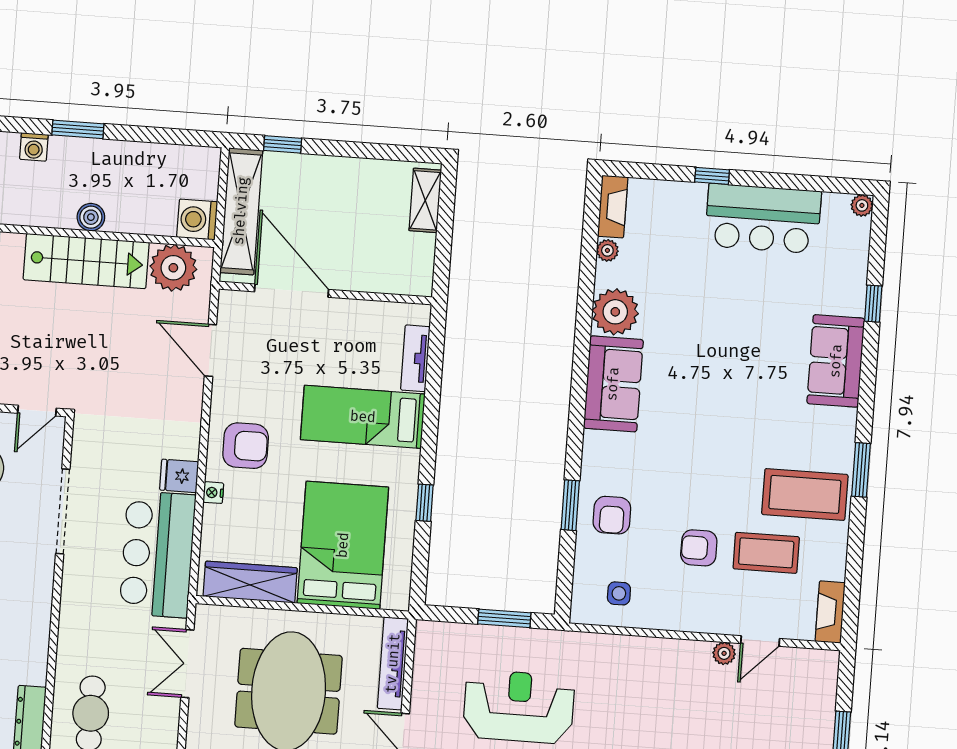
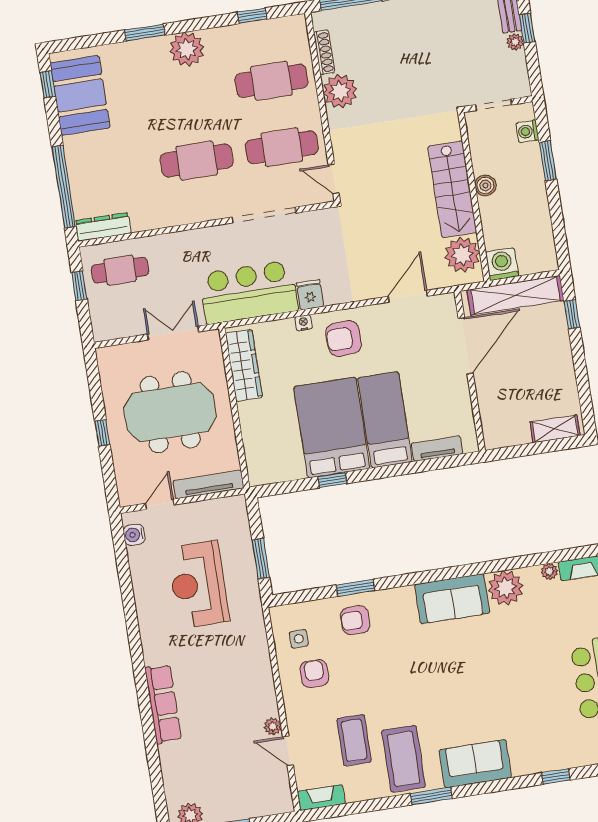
sofa: (836, 361) -> (475, 764), moved
armchair: (246, 446) -> (344, 338), turned 88
bed: (343, 545) -> (332, 428), moved, turned -90
armchair: (699, 548) -> (314, 674), moved
reception desk: (519, 707) -> (198, 584), turned 180

